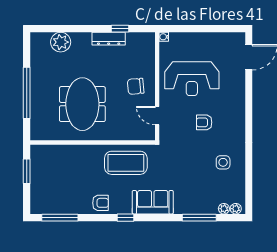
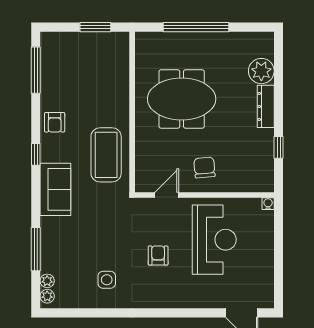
dresser: (109, 39) -> (266, 106), moved
reception desk: (192, 79) -> (214, 240), turned 180

